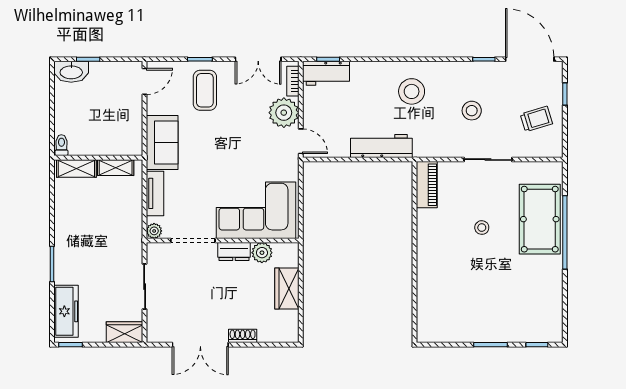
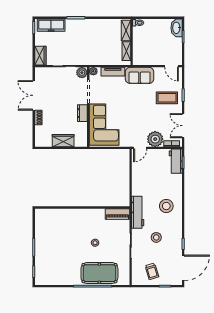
workbench: (381, 146) -> (138, 212), moved
plant: (262, 253) -> (82, 73), moved

